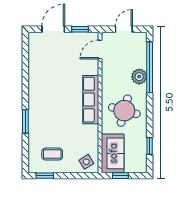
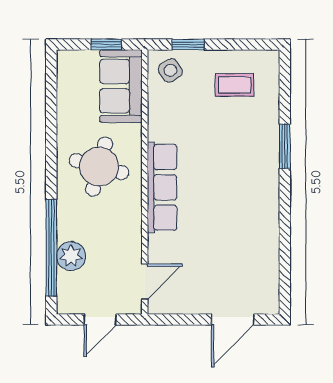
window: (80, 29) -> (182, 319), removed
plant: (139, 77) -> (71, 256), moved
window: (150, 146) -> (51, 100), removed
window: (45, 176) -> (188, 44), moved

